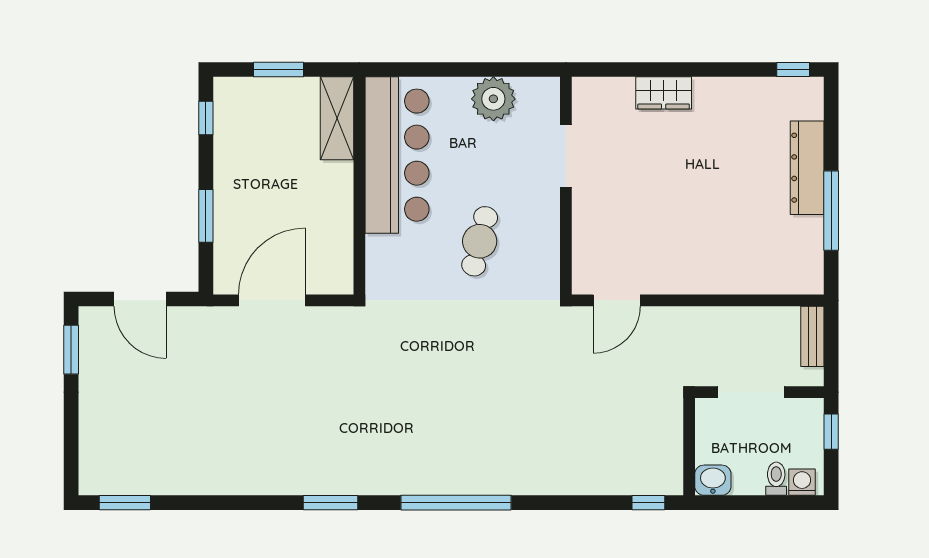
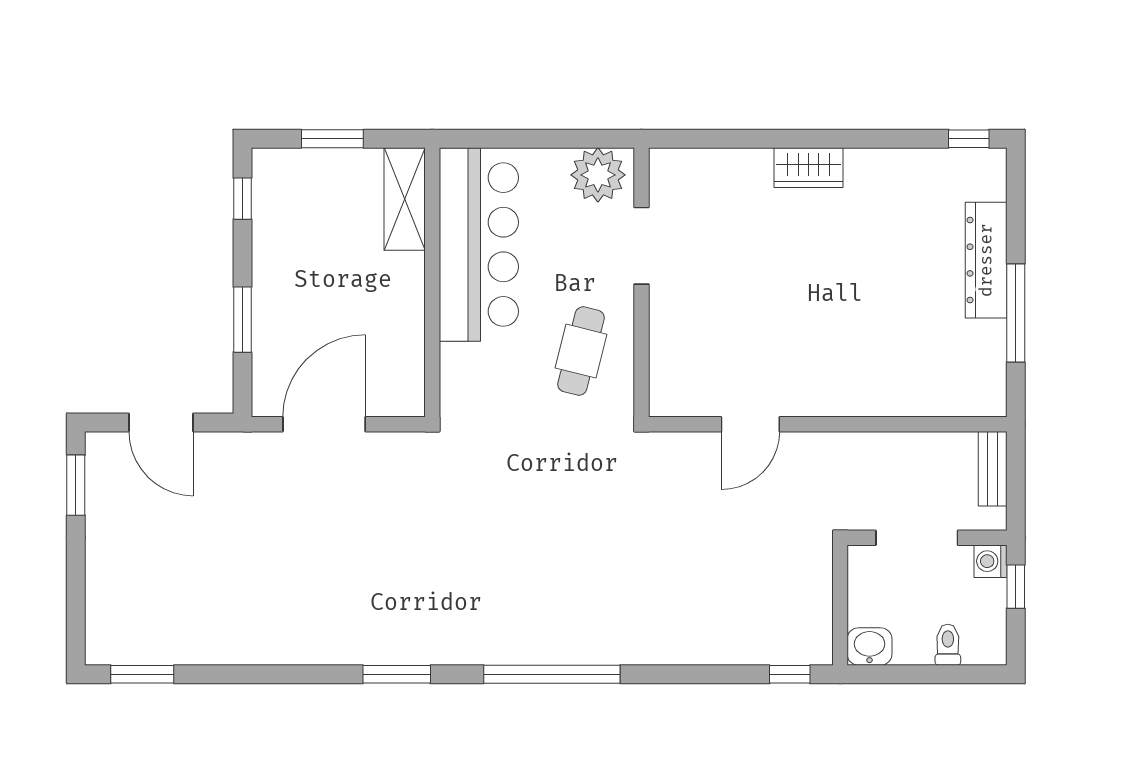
doorway: (566, 156) -> (642, 246), moved
wall: (566, 186) -> (642, 282), moved
washing machine: (802, 482) -> (990, 561), moved, turned -90

